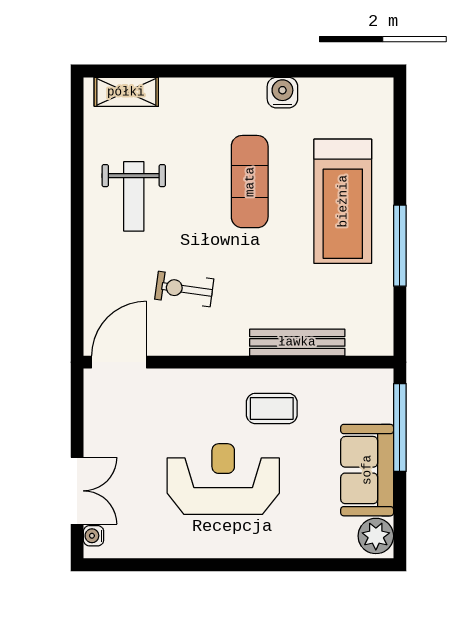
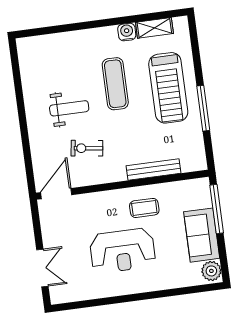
shelving: (126, 92) -> (154, 28), moved
weight bench: (134, 196) -> (69, 108), moved, turned -90
reception desk: (223, 479) -> (123, 251), turned 180
water cooler: (94, 536) -> (55, 292), removed

